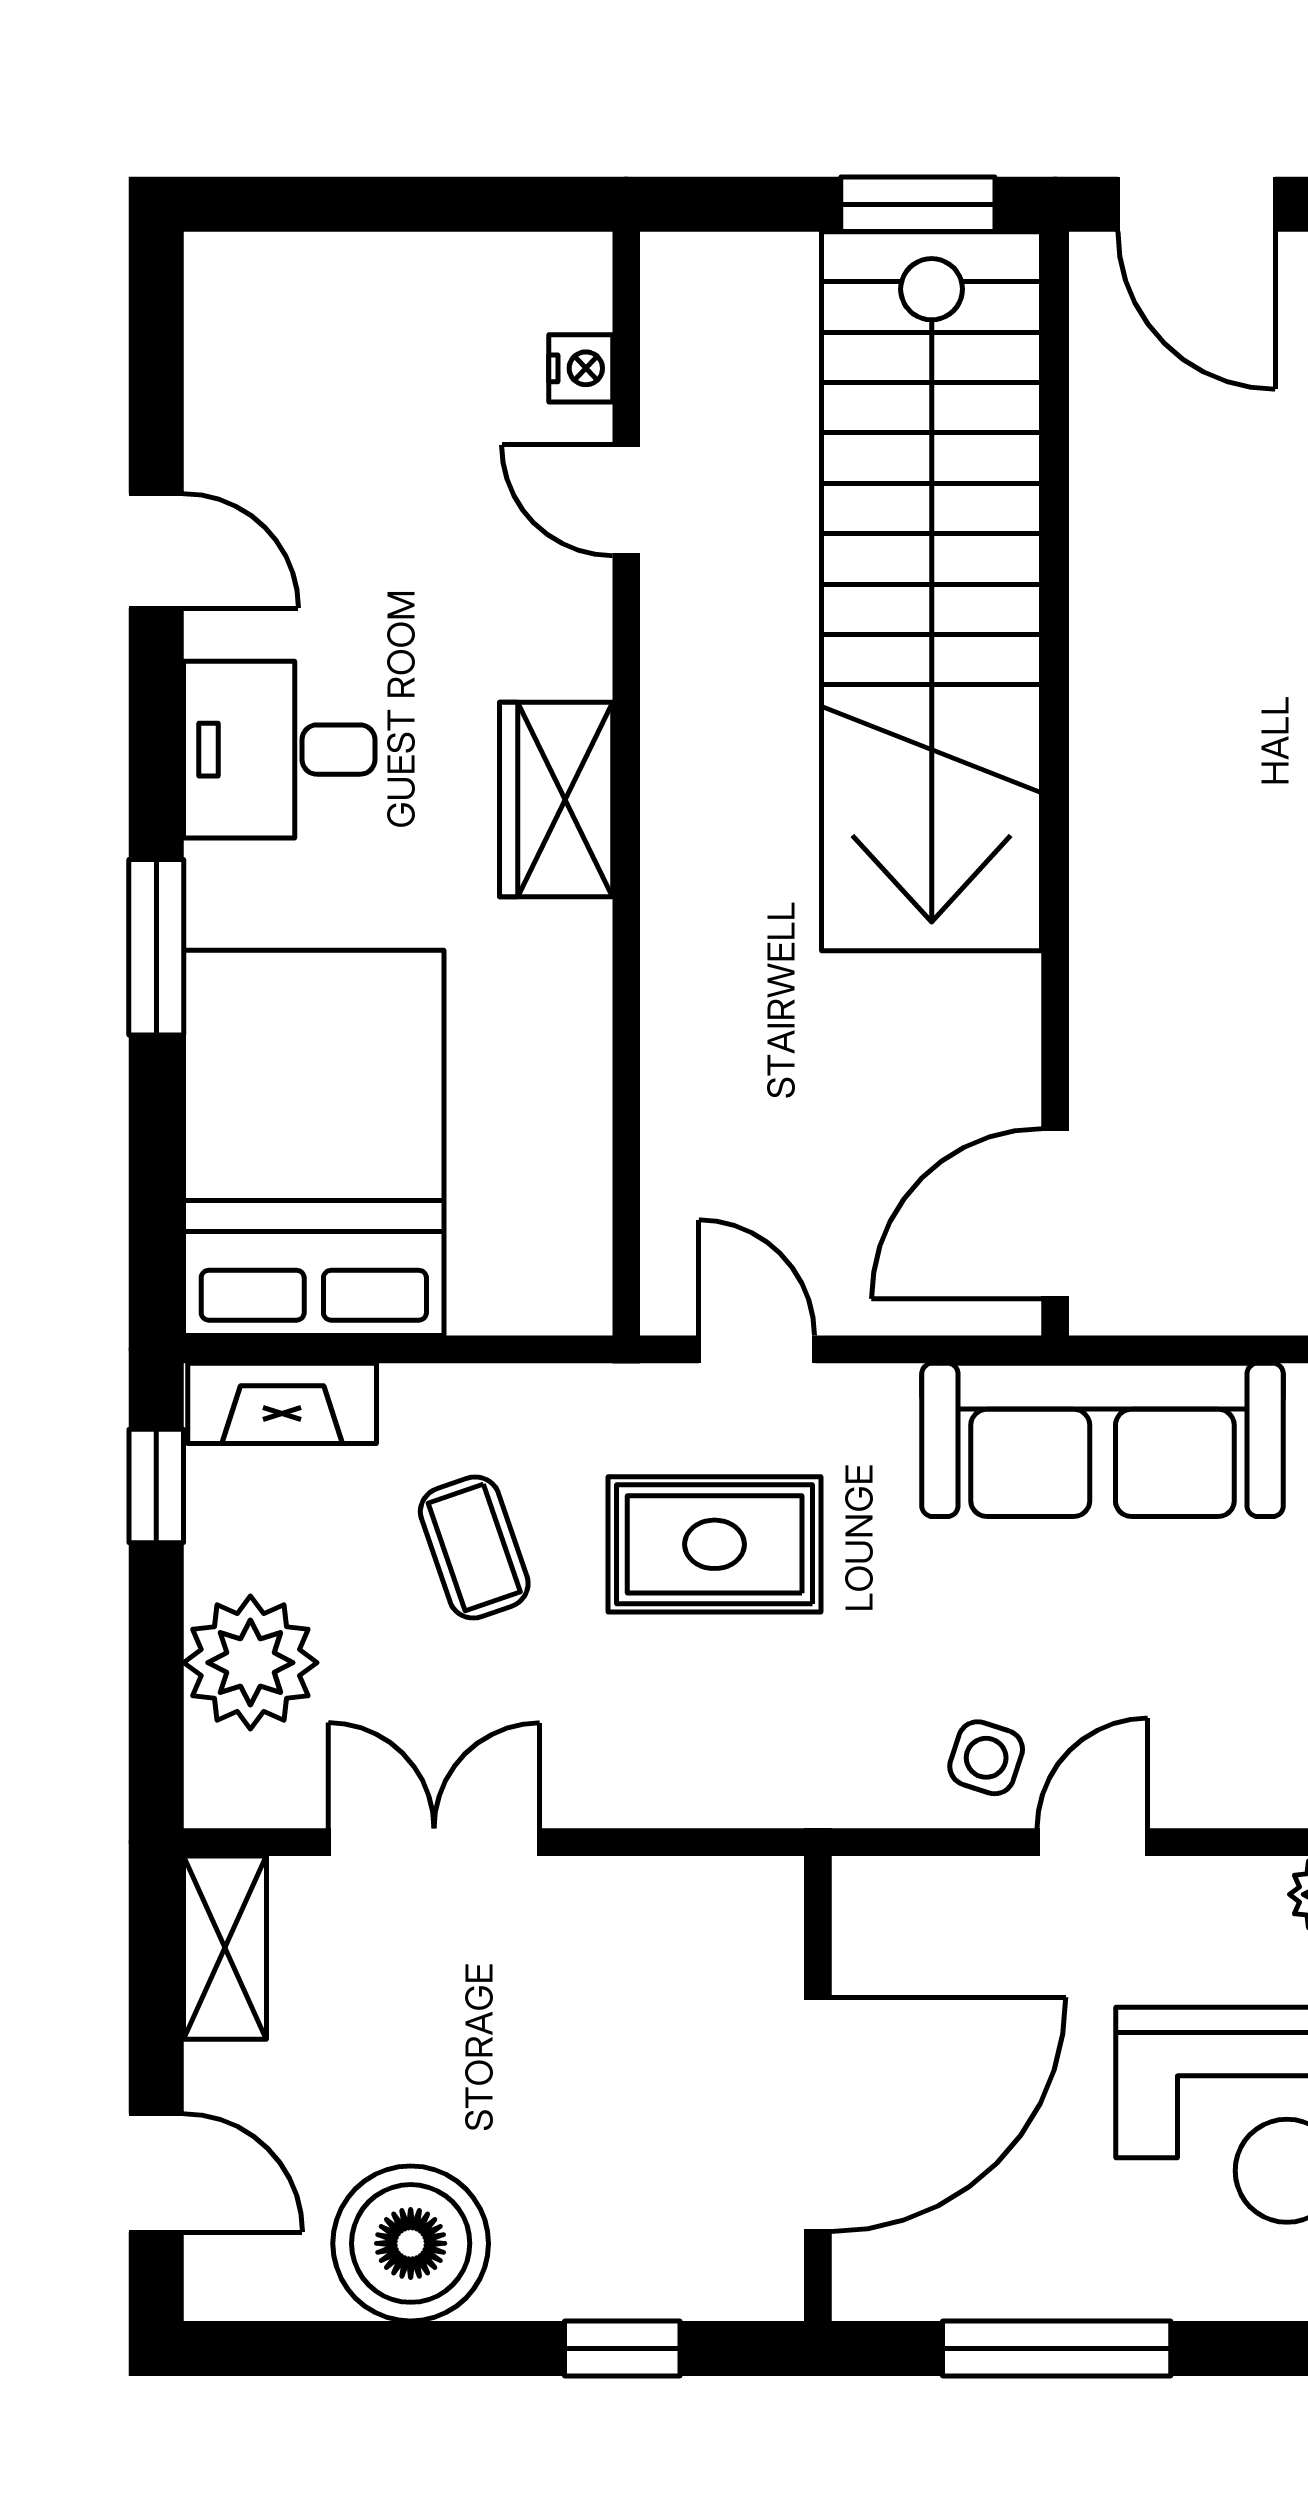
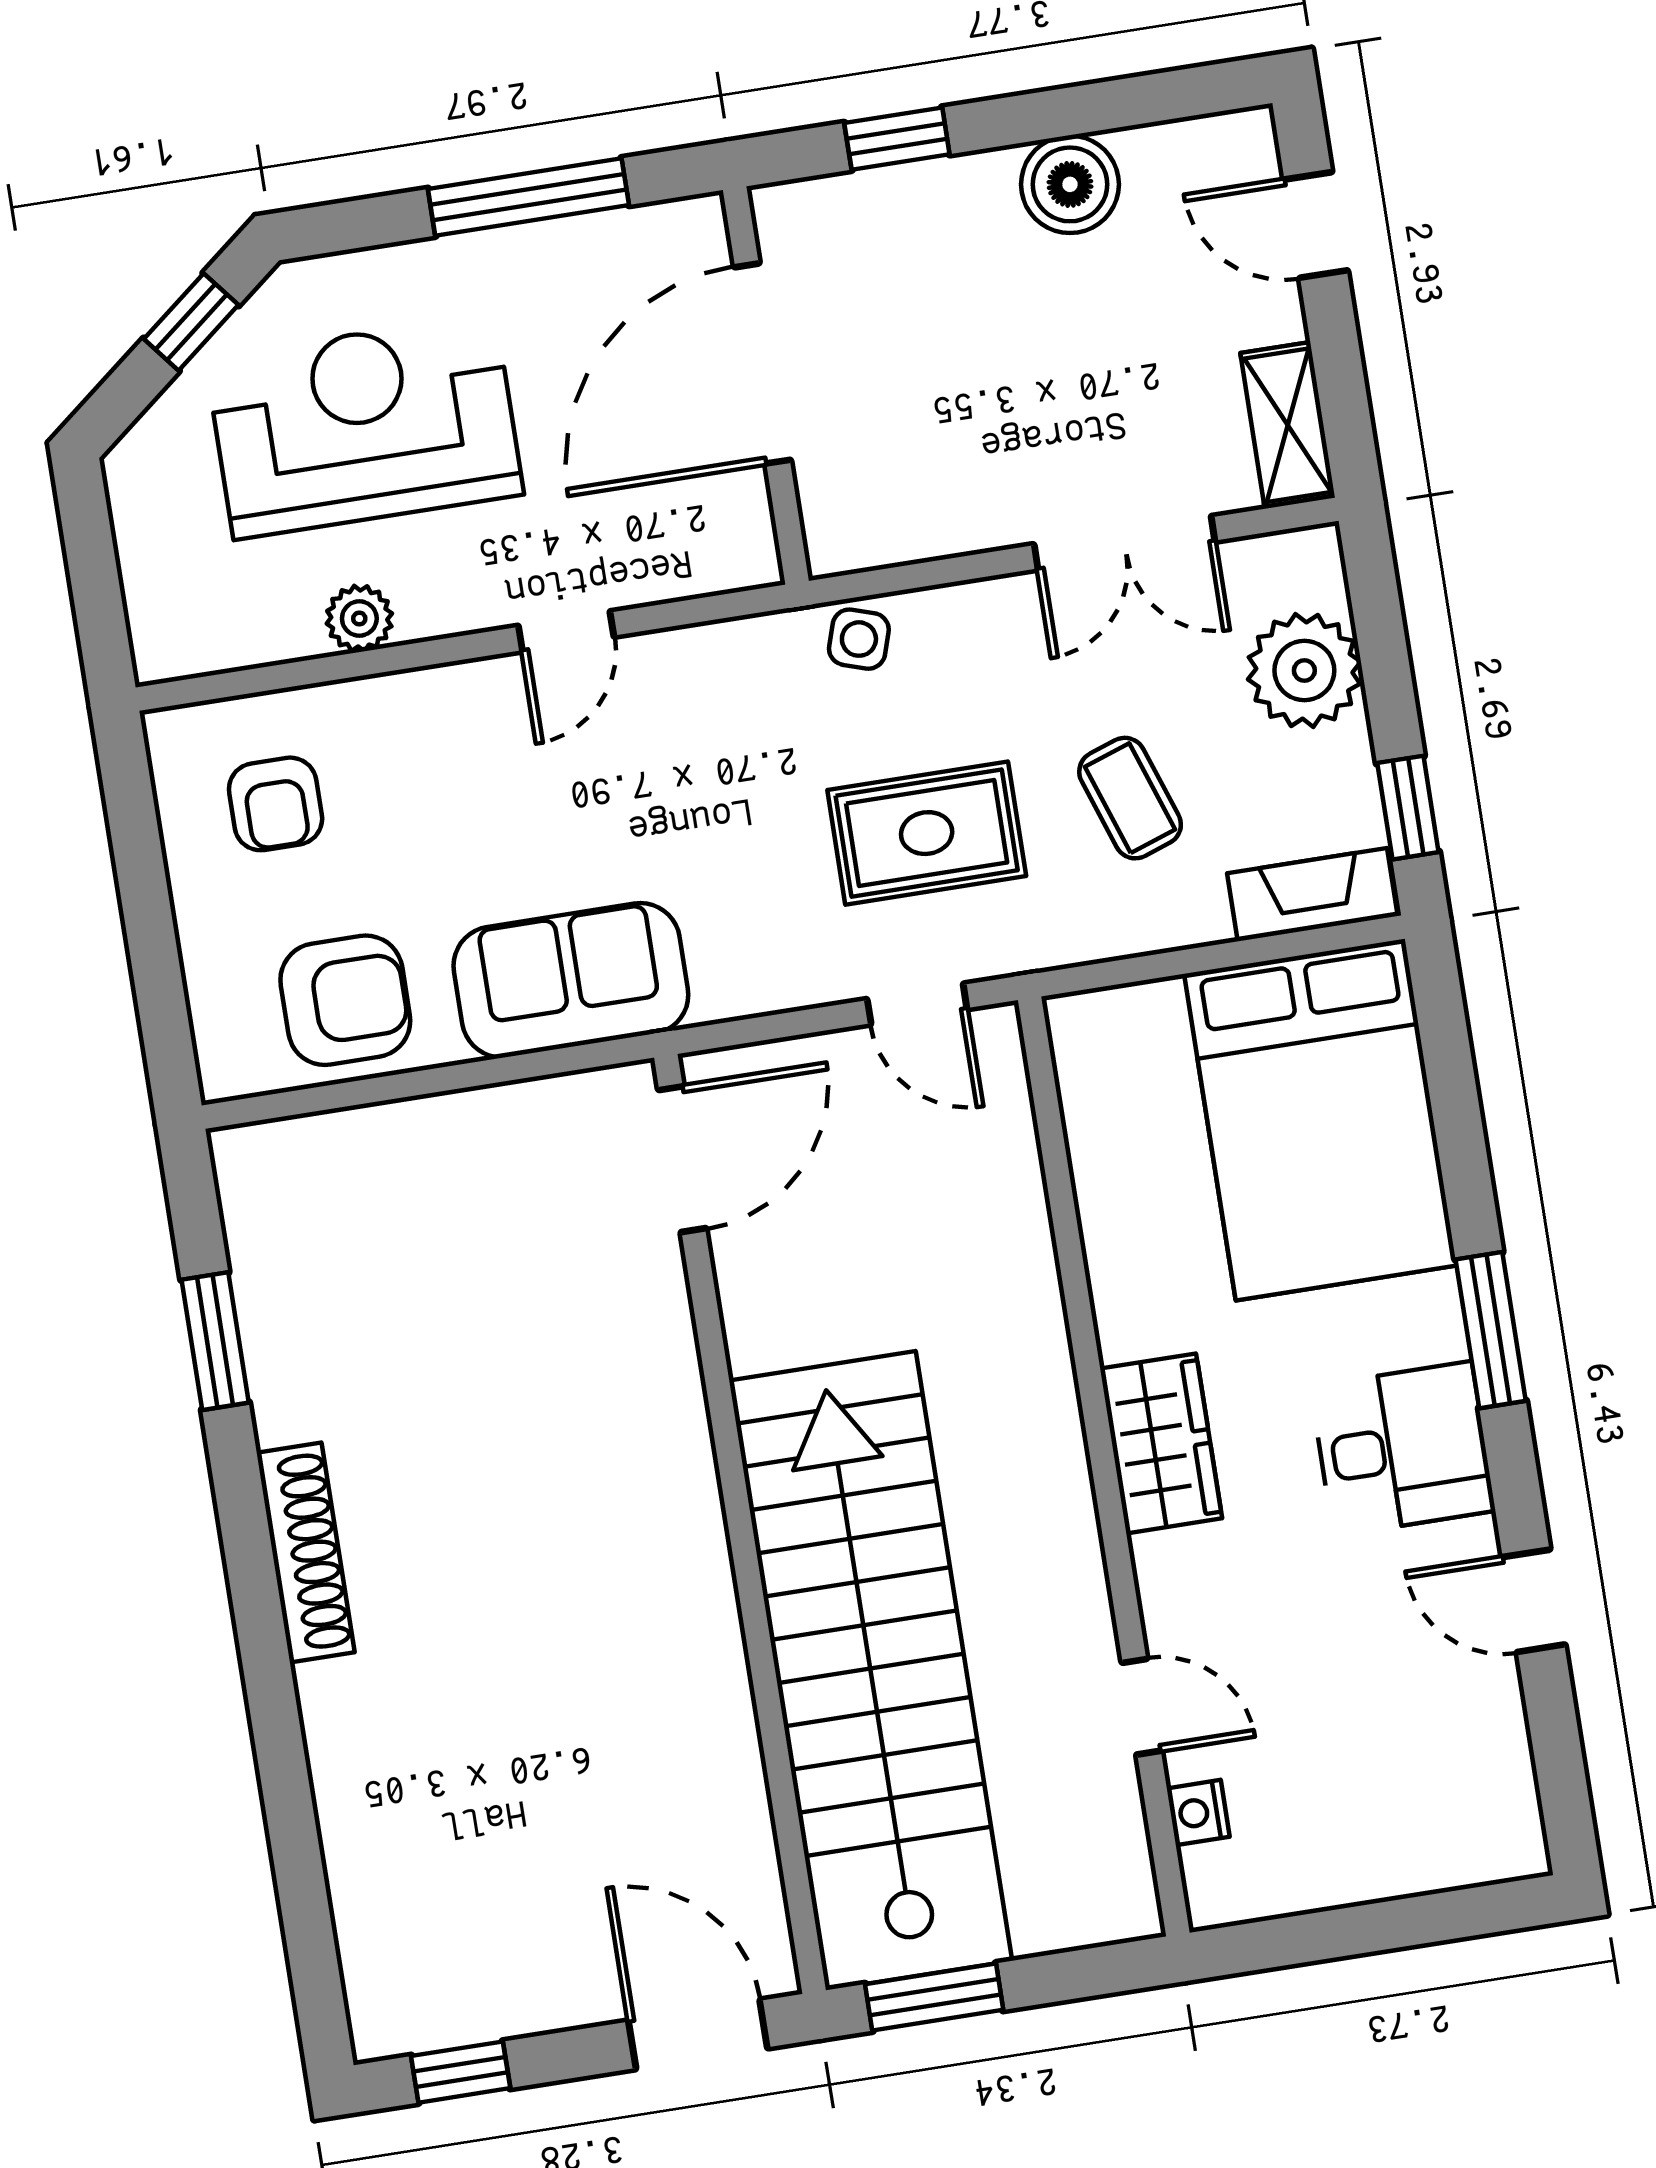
window: (156, 947) -> (1491, 1330), moved
sofa: (1103, 1440) -> (571, 980), width x0.73
side table: (986, 1758) -> (859, 639), moved
boiler: (411, 2243) -> (1070, 184), width x0.73, depth x0.73

